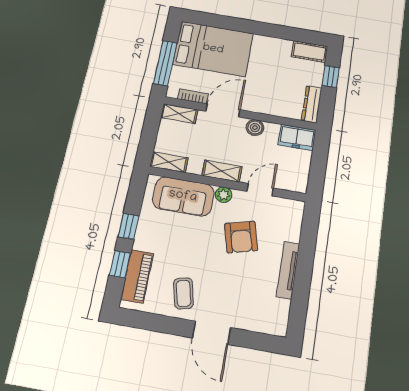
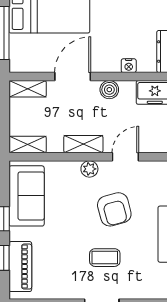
bookcase: (193, 96) -> (38, 66), removed
nightstand: (276, 110) -> (129, 66), added
sofa: (183, 196) -> (27, 196), moved, turned -90
coffee table: (184, 293) -> (105, 258), moved, turned -76

